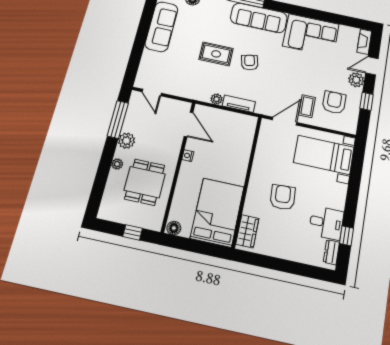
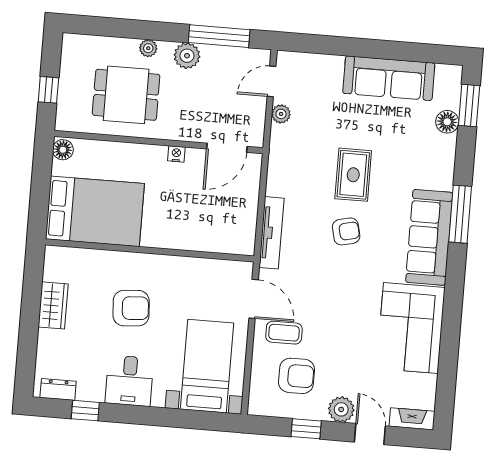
plant: (217, 99) -> (281, 114), moved
tv unit: (239, 104) -> (271, 233), width x1.41
desk: (326, 223) -> (129, 381), moved
wardrobe: (247, 231) -> (53, 305), moved, turned -90

